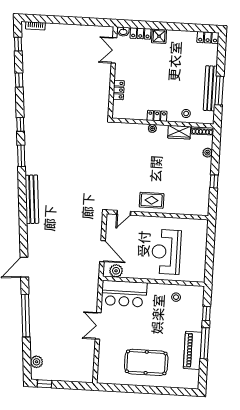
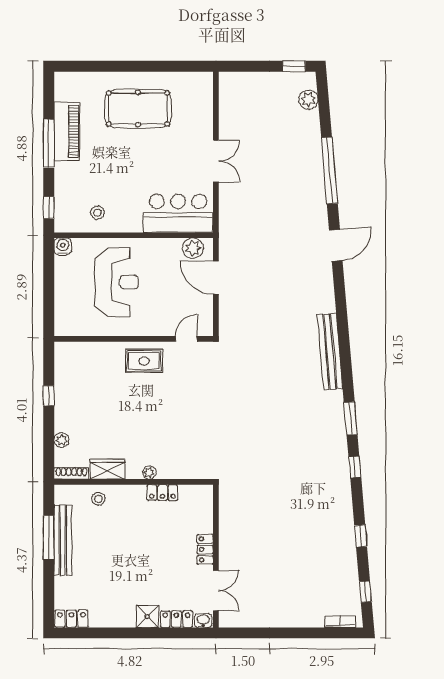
locker: (119, 90) -> (205, 549), moved
locker: (157, 116) -> (162, 493), moved
water cooler: (200, 277) -> (63, 246), added
window: (206, 313) -> (49, 208), moved

